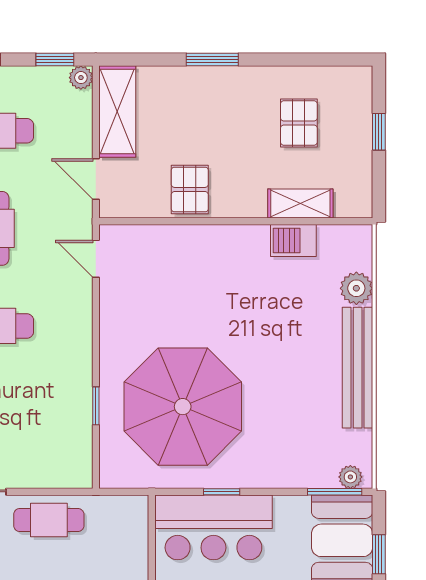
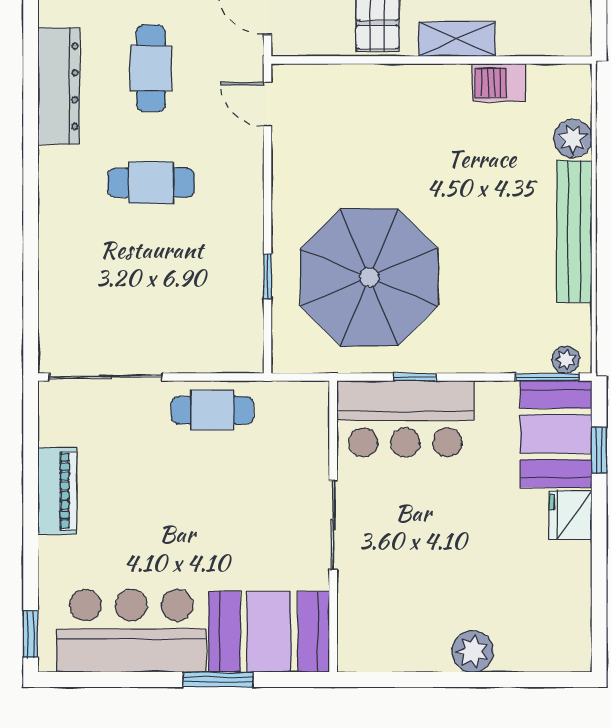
shelving: (300, 203) -> (457, 39), moved

